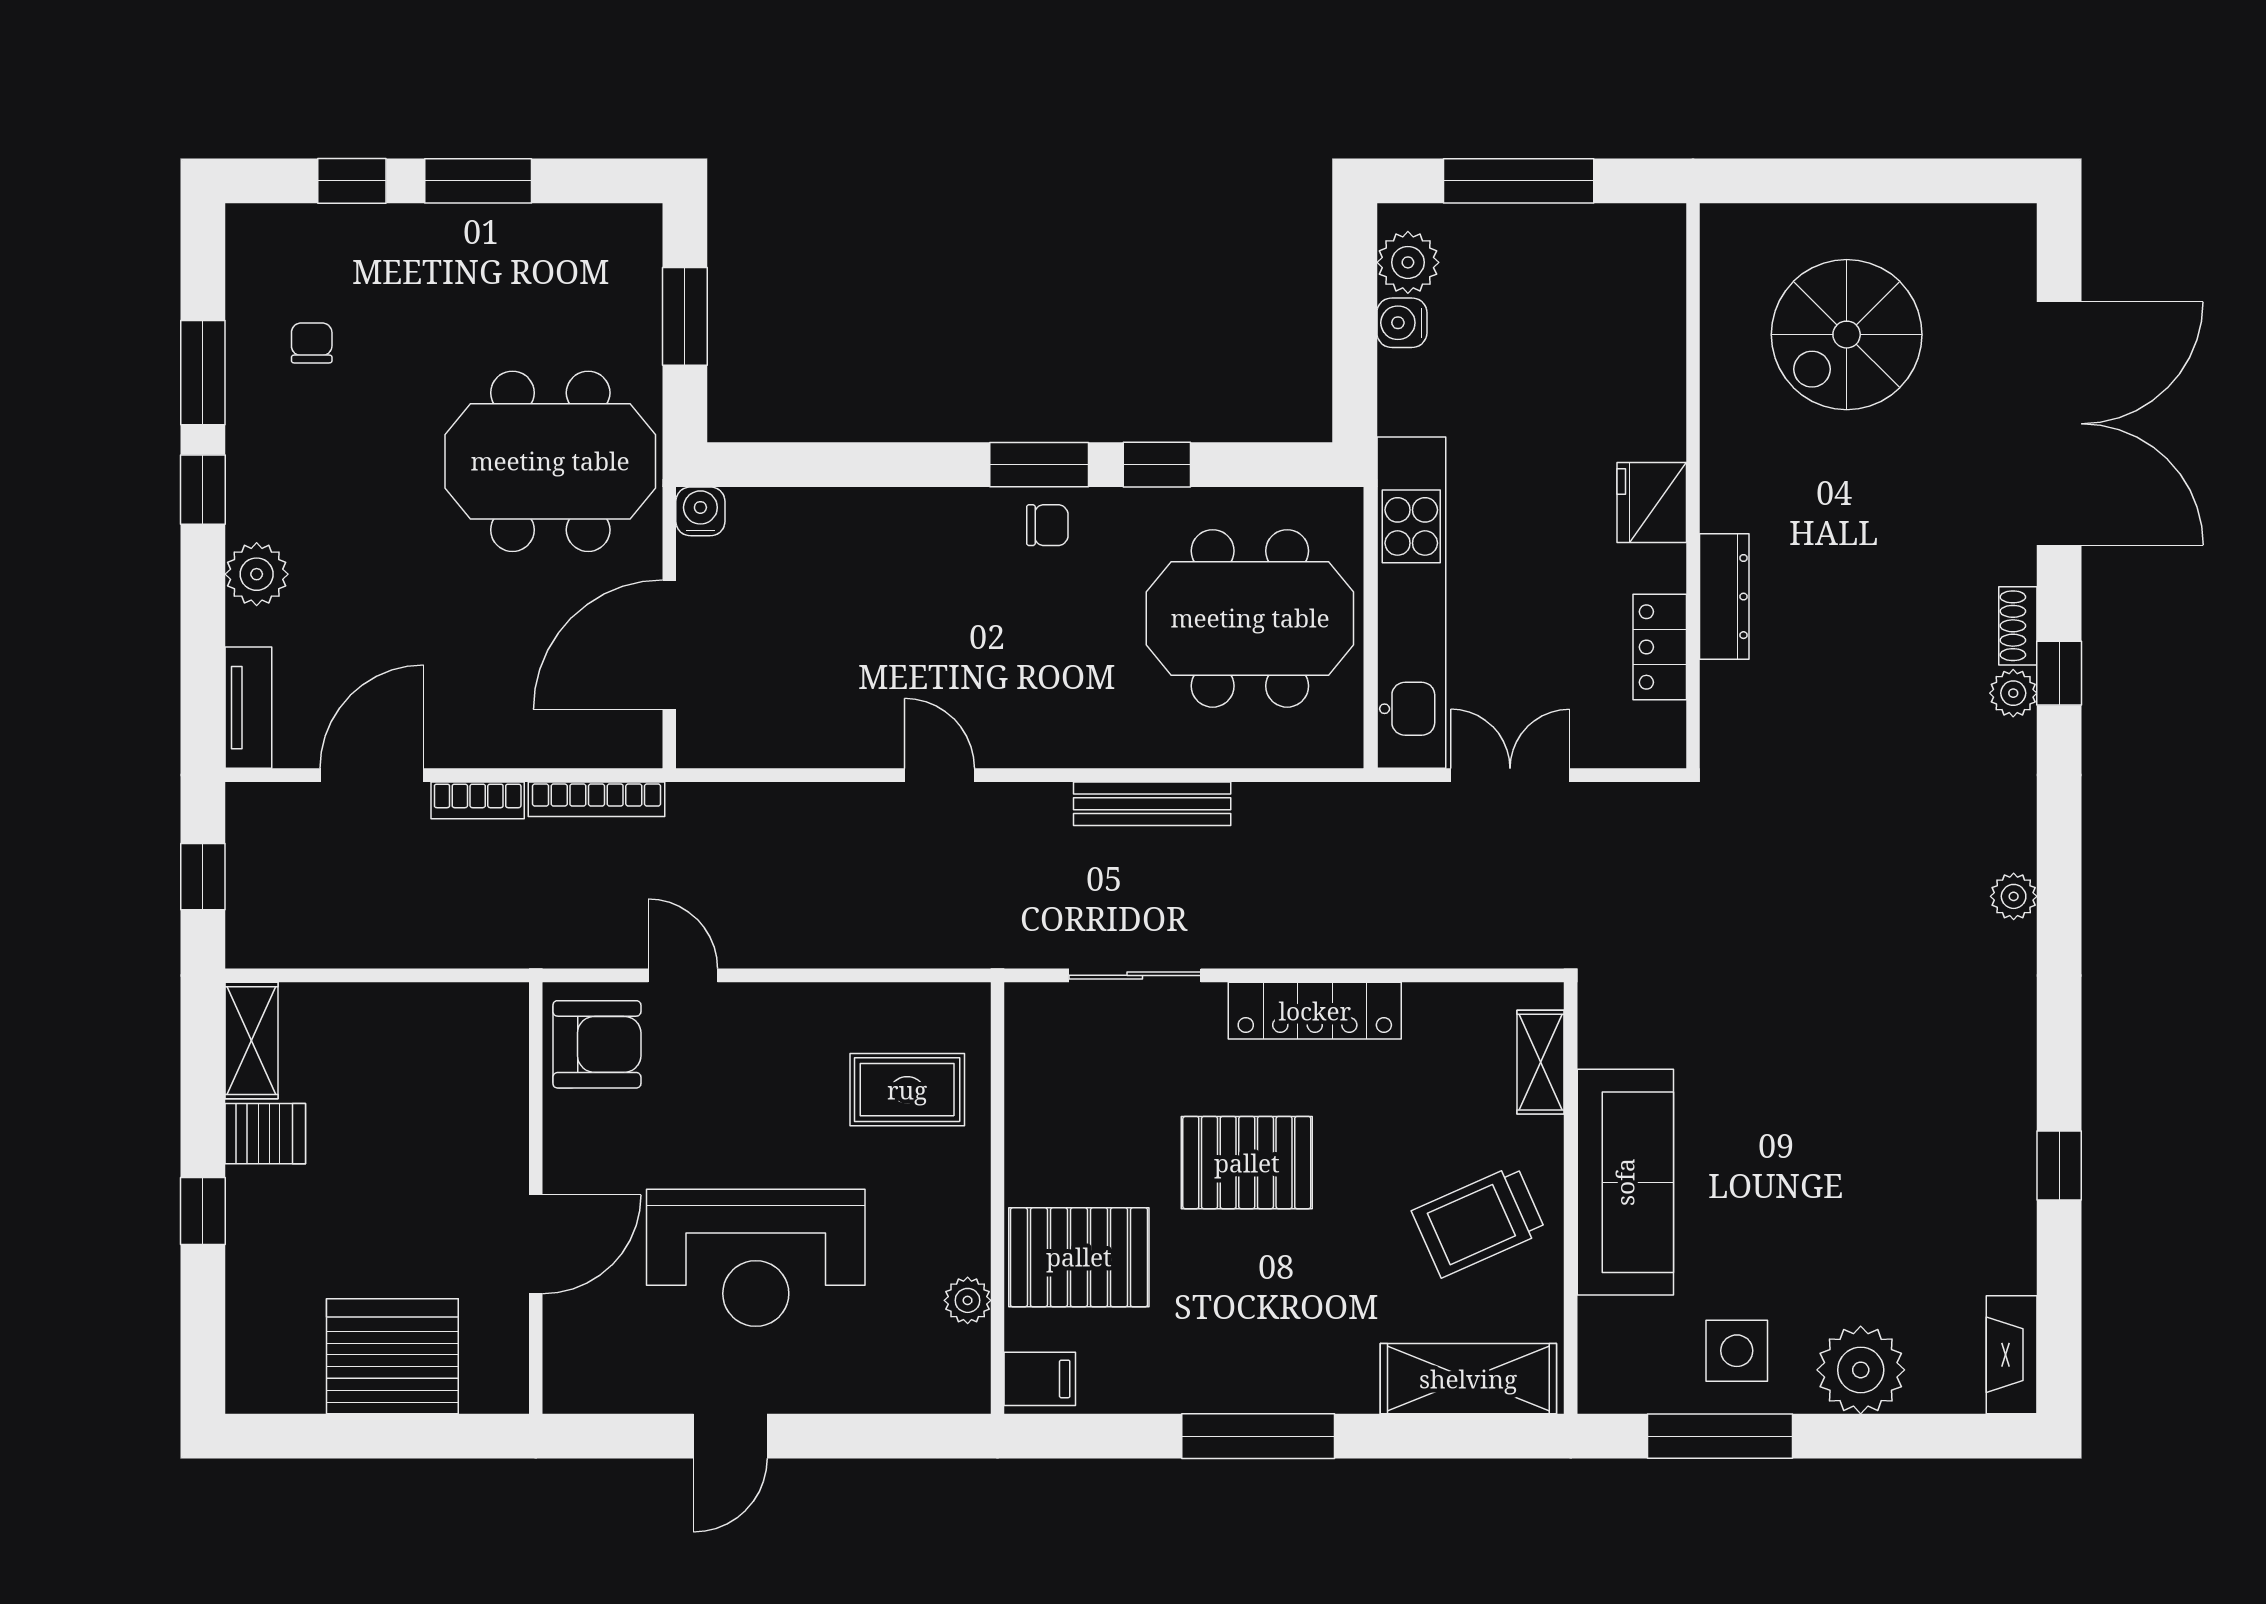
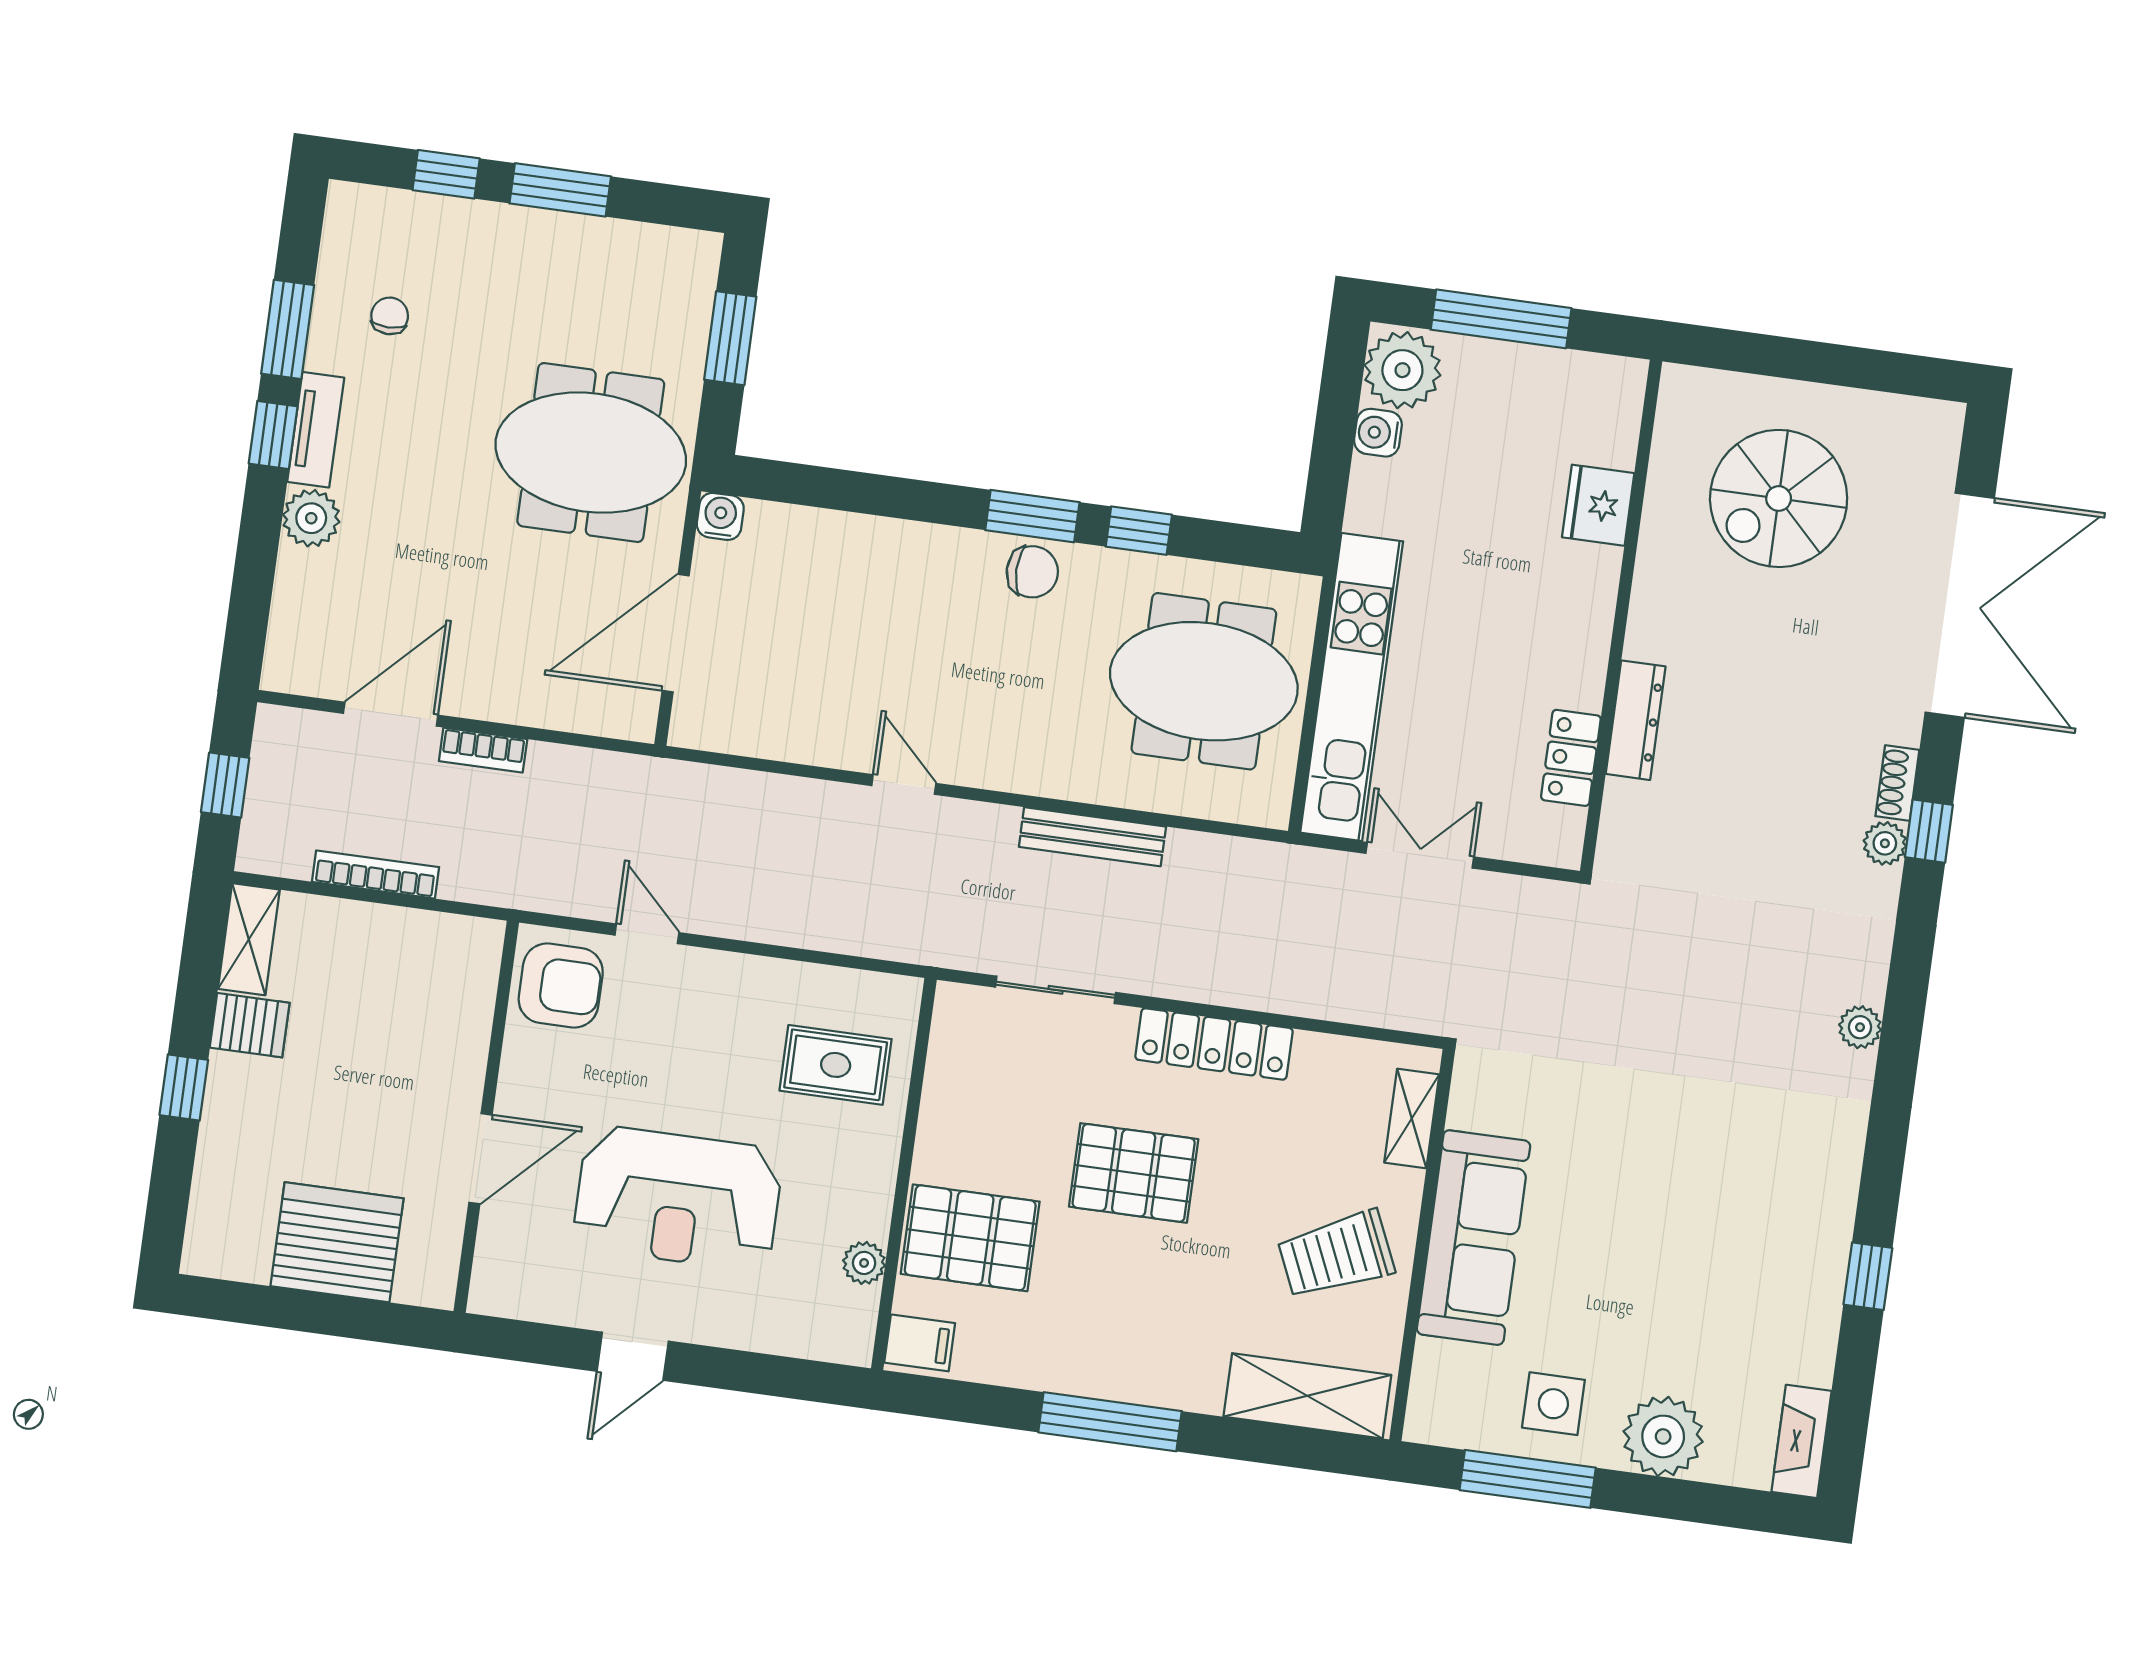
plant: (1408, 262) -> (1402, 370), width x1.36, depth x1.36
fridge: (1652, 502) -> (1598, 505), moved
chair: (1047, 525) -> (1032, 572), width x1.37, depth x1.37
tv unit: (248, 708) -> (316, 430), moved
bookcase: (597, 799) -> (375, 874), moved, turned 180

